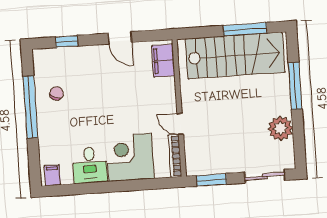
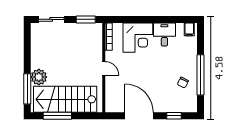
door: (120, 38) -> (139, 116), width x1.87
filing cabinet: (163, 61) -> (112, 99), removed
window: (295, 86) -> (27, 89), moved
door: (180, 124) -> (104, 68), moved
plant: (280, 128) -> (39, 77), moved

